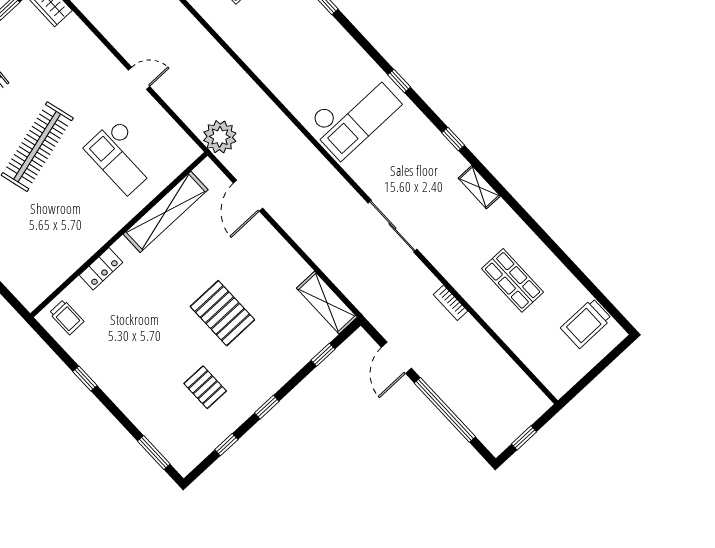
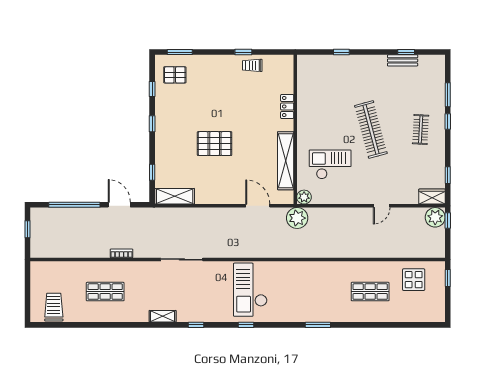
door: (139, 78) -> (382, 206), moved
plant: (188, 151) -> (304, 197), added
trolley: (67, 317) -> (252, 65), moved
pallet: (205, 387) -> (175, 75), moved

